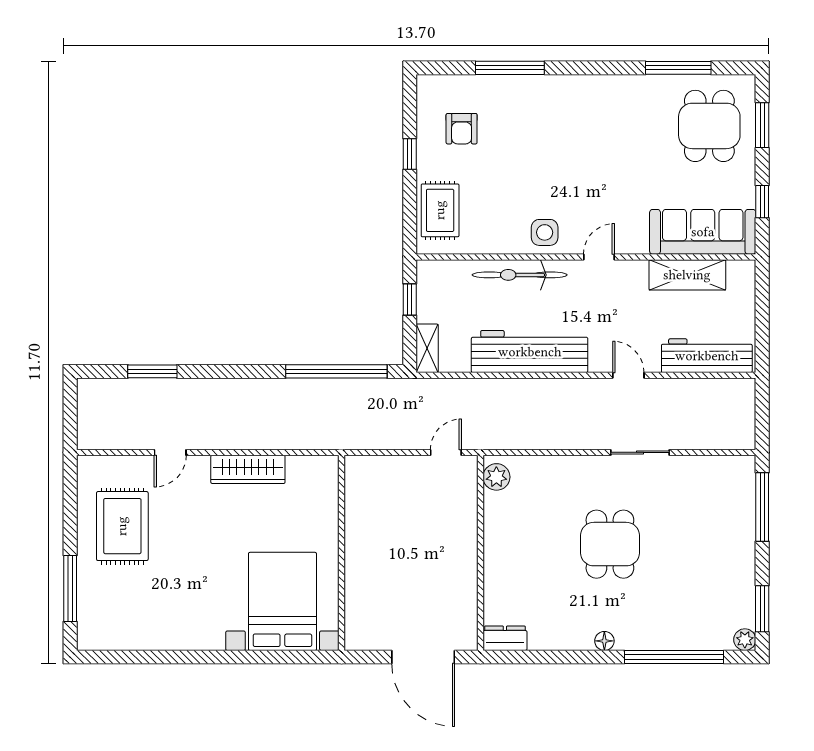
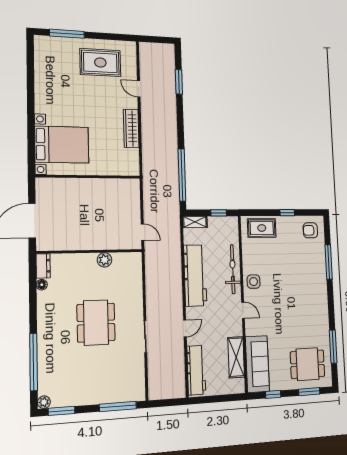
armchair: (462, 129) -> (310, 230), moved
plant: (496, 477) -> (104, 260), moved
dining table: (610, 544) -> (96, 323), width x1.38
floor lamp: (604, 641) -> (42, 285), moved

